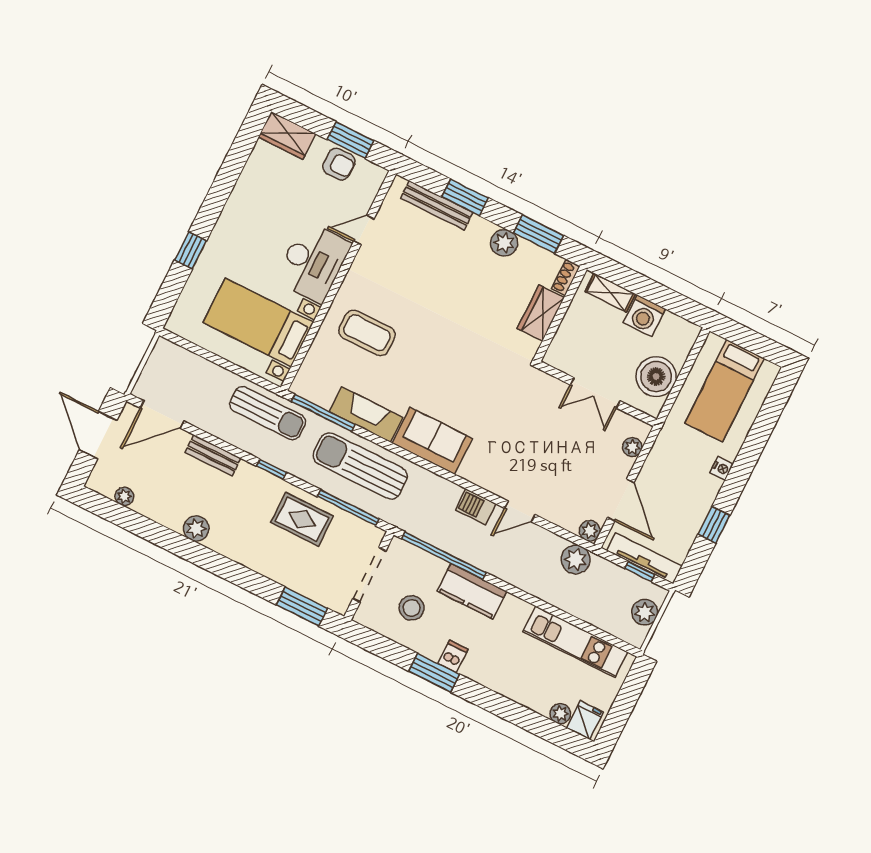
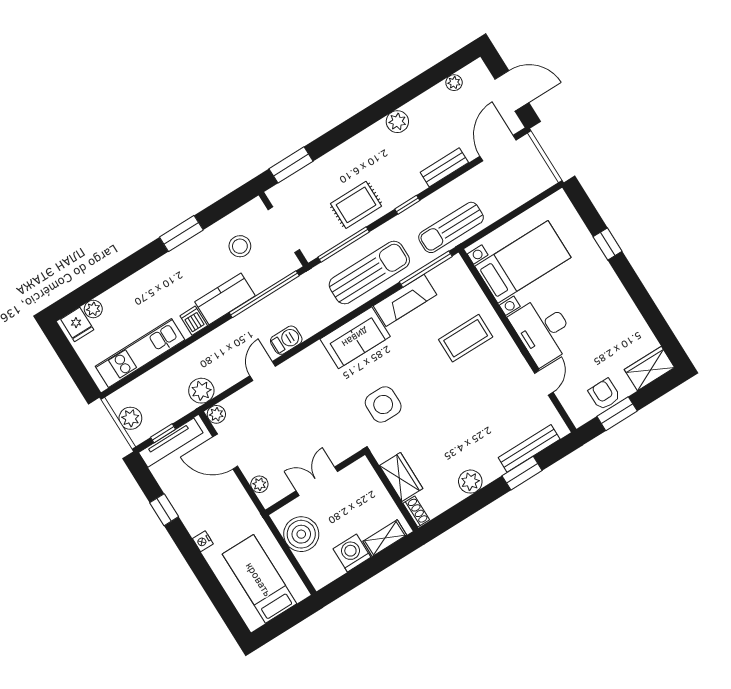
armchair: (339, 164) -> (604, 394), turned 90
window: (538, 234) -> (461, 511), removed
side table: (481, 374) -> (383, 404), added
dishwasher: (453, 656) -> (194, 321), moved, turned 180

